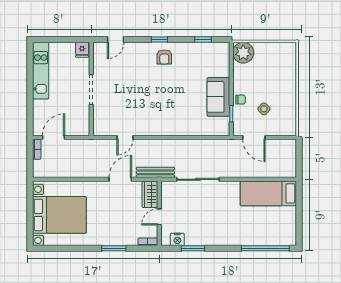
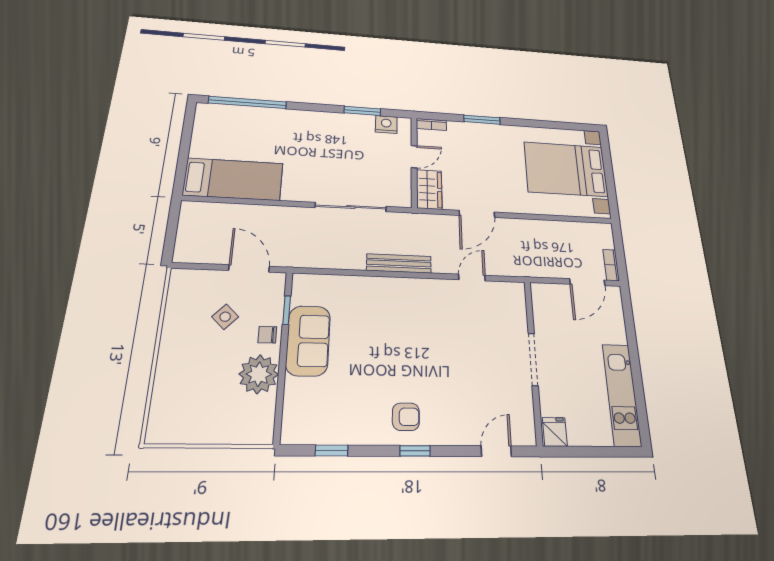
plant: (243, 53) -> (259, 374), moved
armchair: (164, 57) -> (406, 417), turned 90
bench: (155, 172) -> (399, 263), moved

